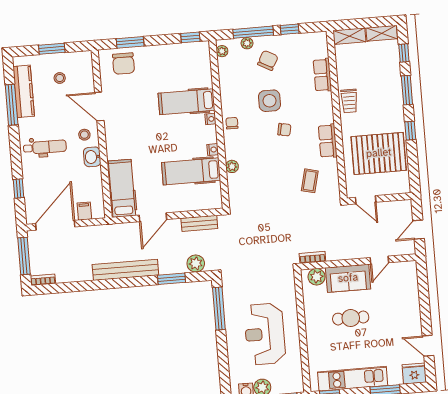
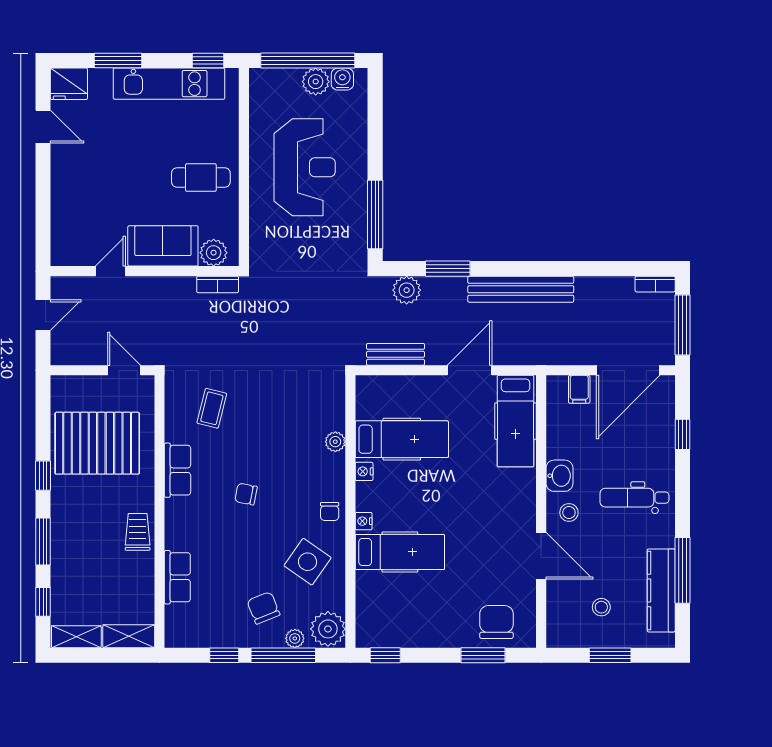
plant: (222, 51) -> (328, 629), width x1.88, depth x1.88
chair: (268, 60) -> (263, 608), turned 130
side table: (269, 101) -> (308, 562), moved, turned 35
cafe table: (351, 318) -> (201, 178), moved

